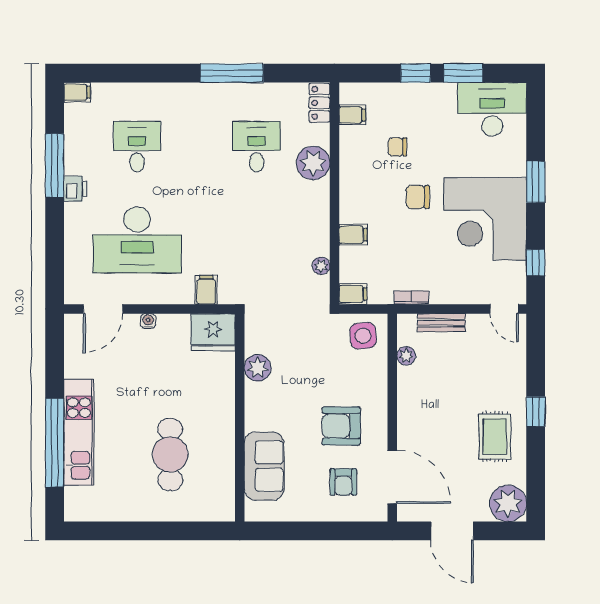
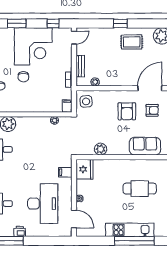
filing cabinet: (353, 235) -> (40, 106), removed

